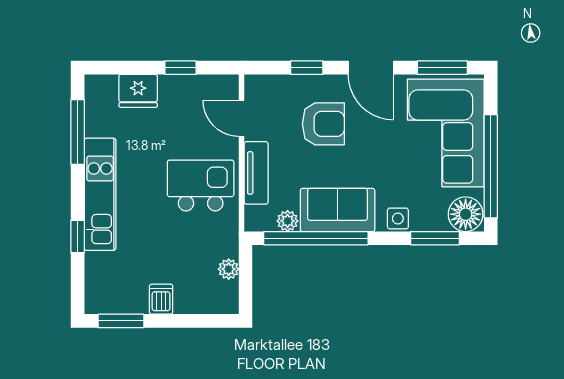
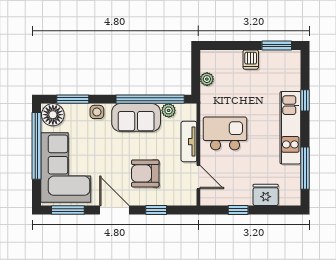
kitchen island: (201, 185) -> (225, 133), turned 180

